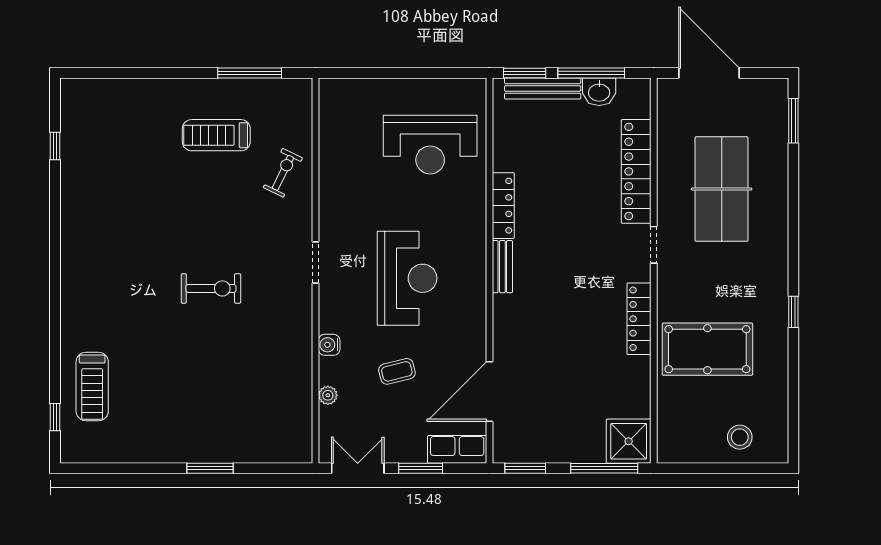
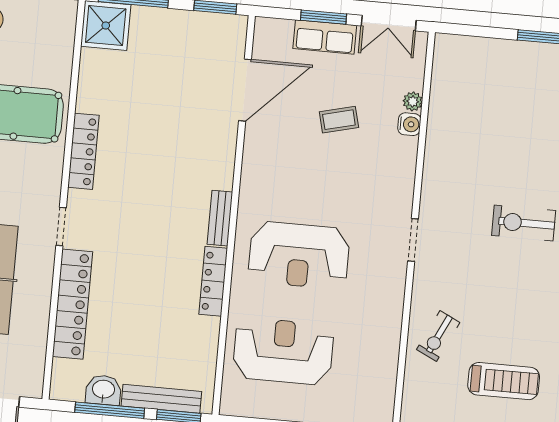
reception desk: (407, 278) -> (299, 255), moved, turned -90
water cooler: (329, 345) -> (409, 124), moved
row of seats: (457, 449) -> (325, 37), moved

